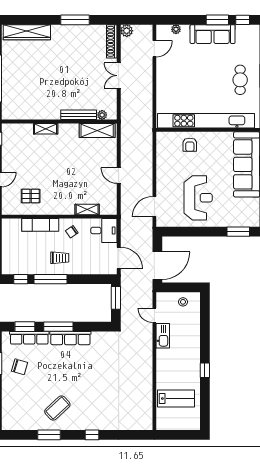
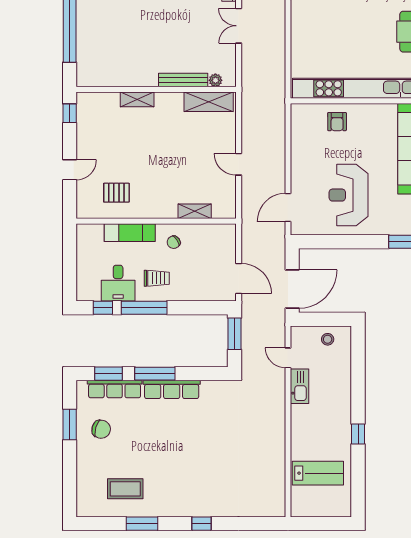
reception desk: (198, 198) -> (348, 195), turned 180
desk: (104, 231) -> (118, 283), moved, turned 90
coffee table: (57, 408) -> (125, 489), moved, turned 43

